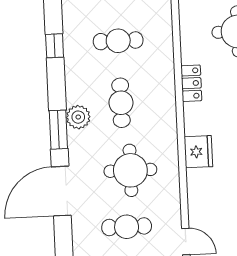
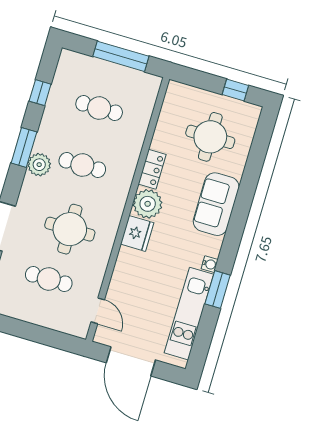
cafe table: (121, 103) -> (82, 165), turned 90
plant: (199, 119) -> (148, 204), added
window: (58, 130) -> (24, 148), moved

